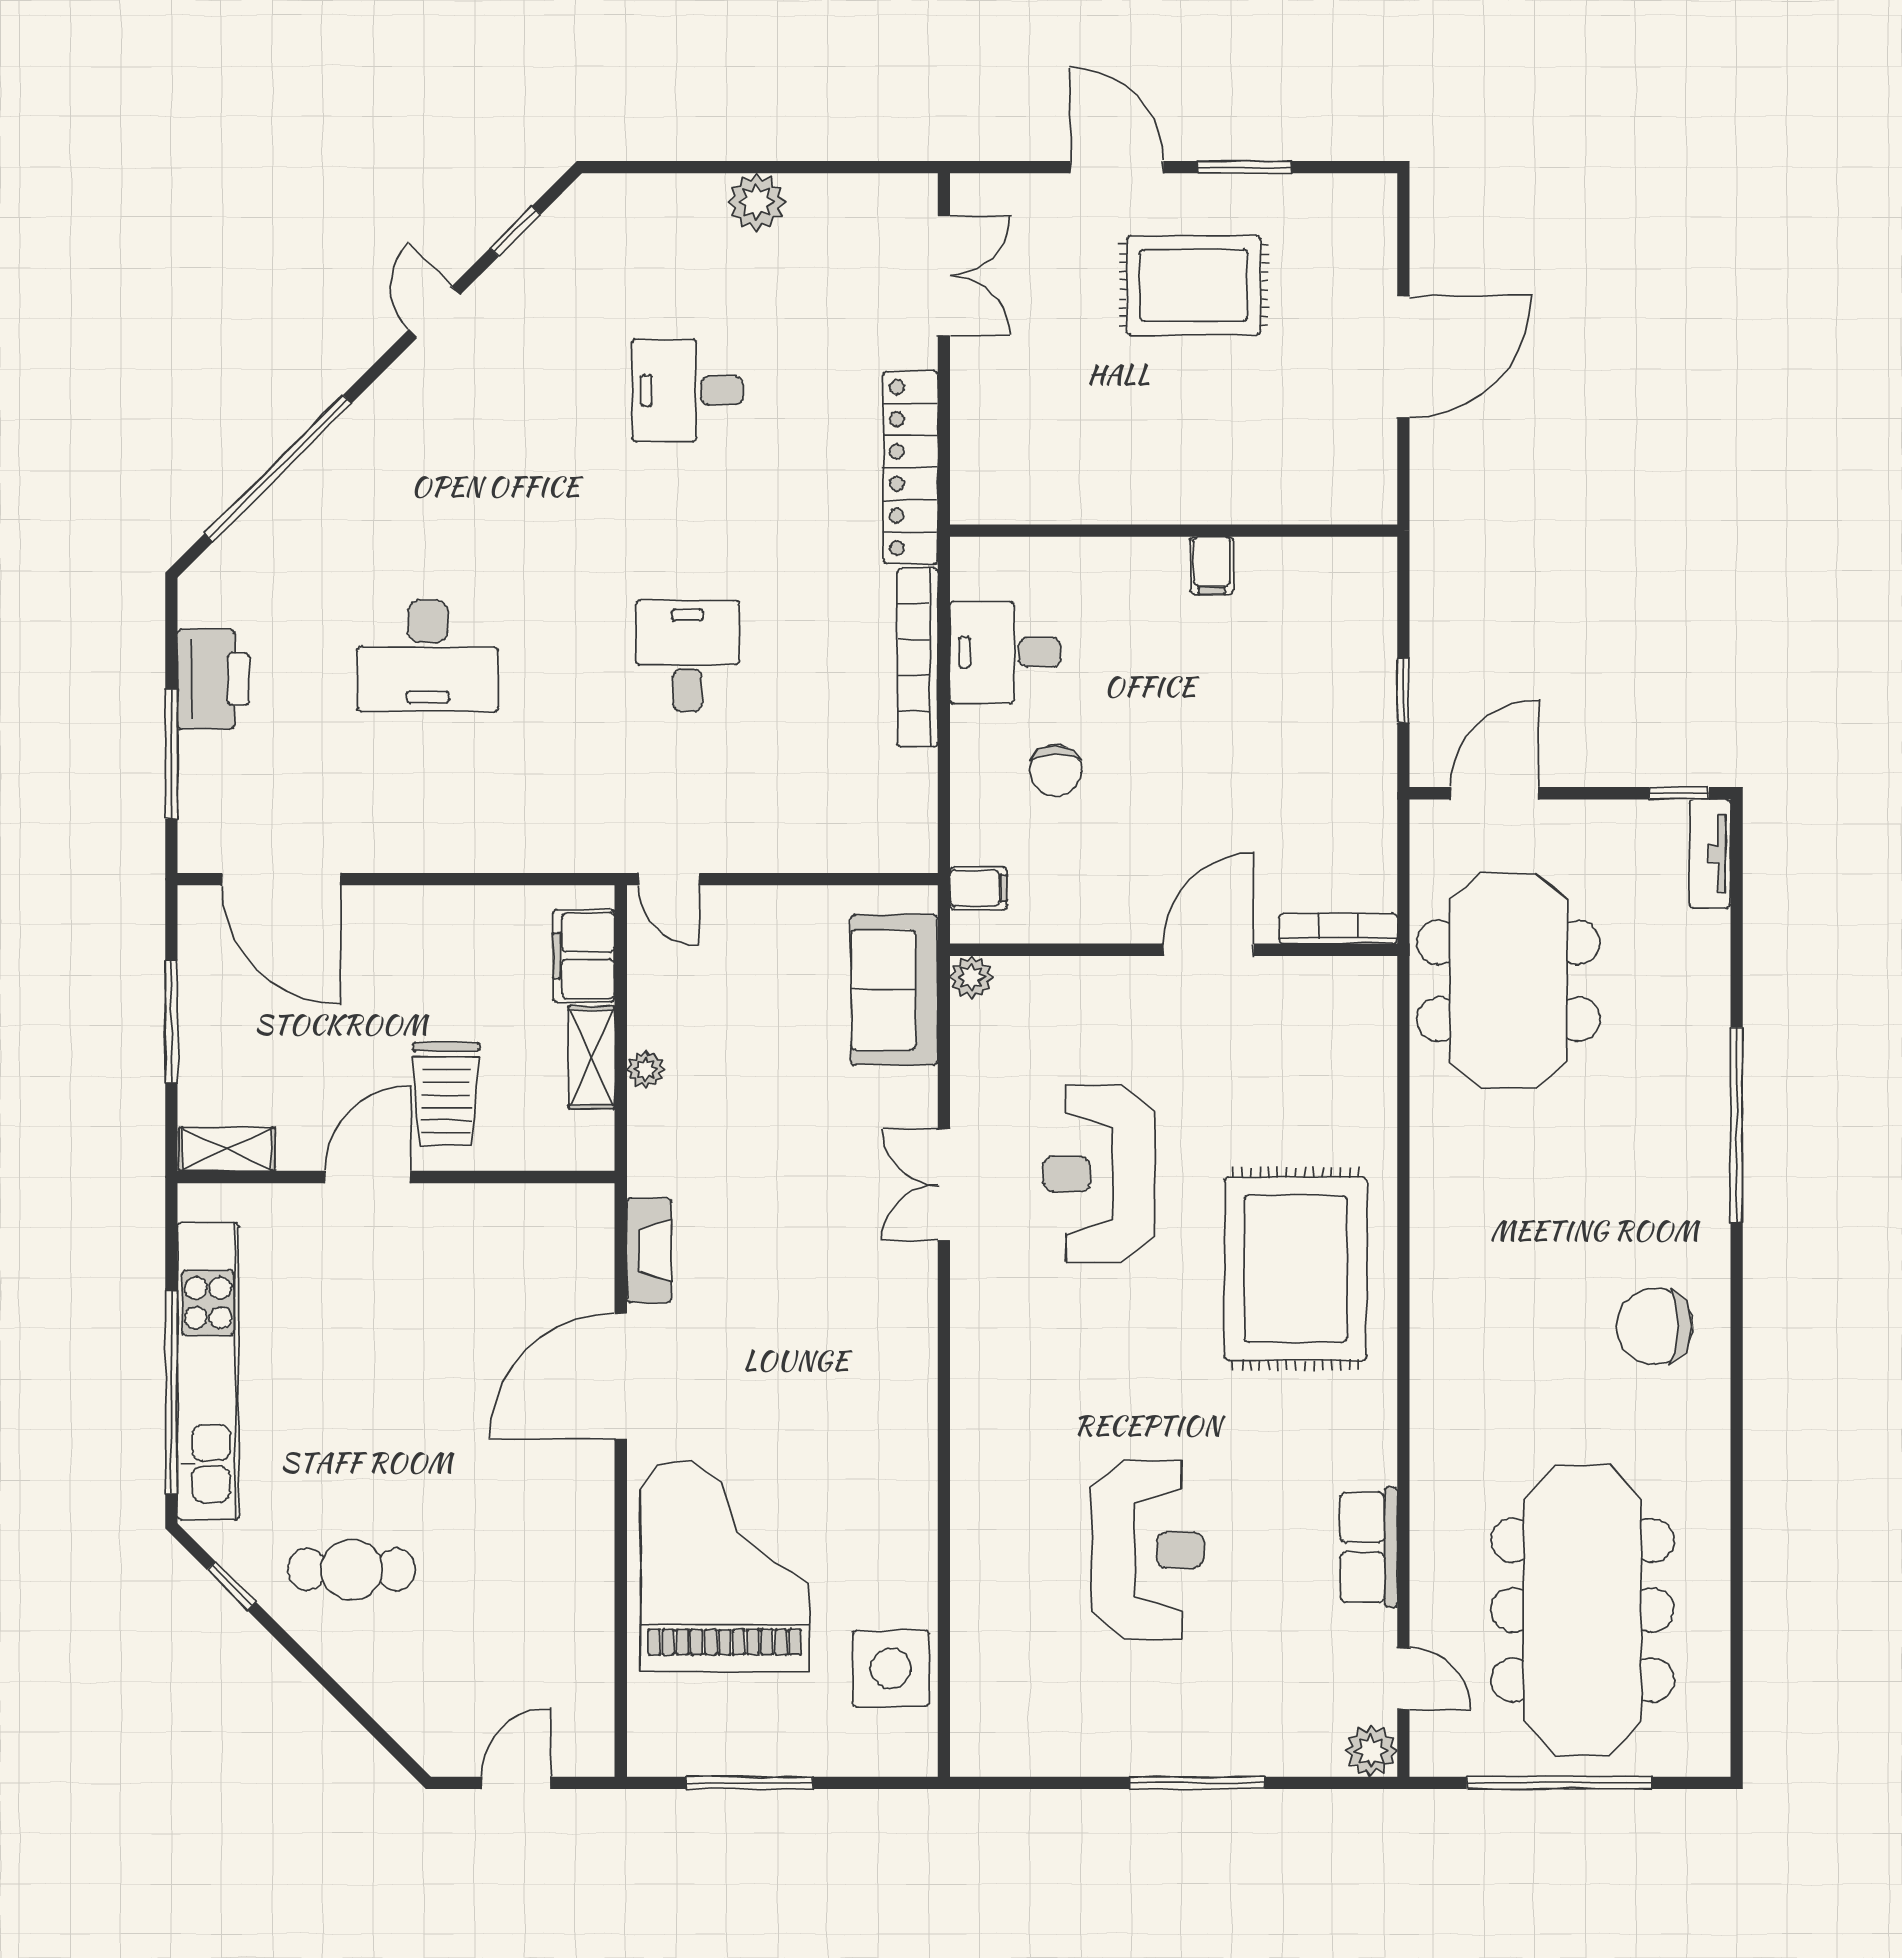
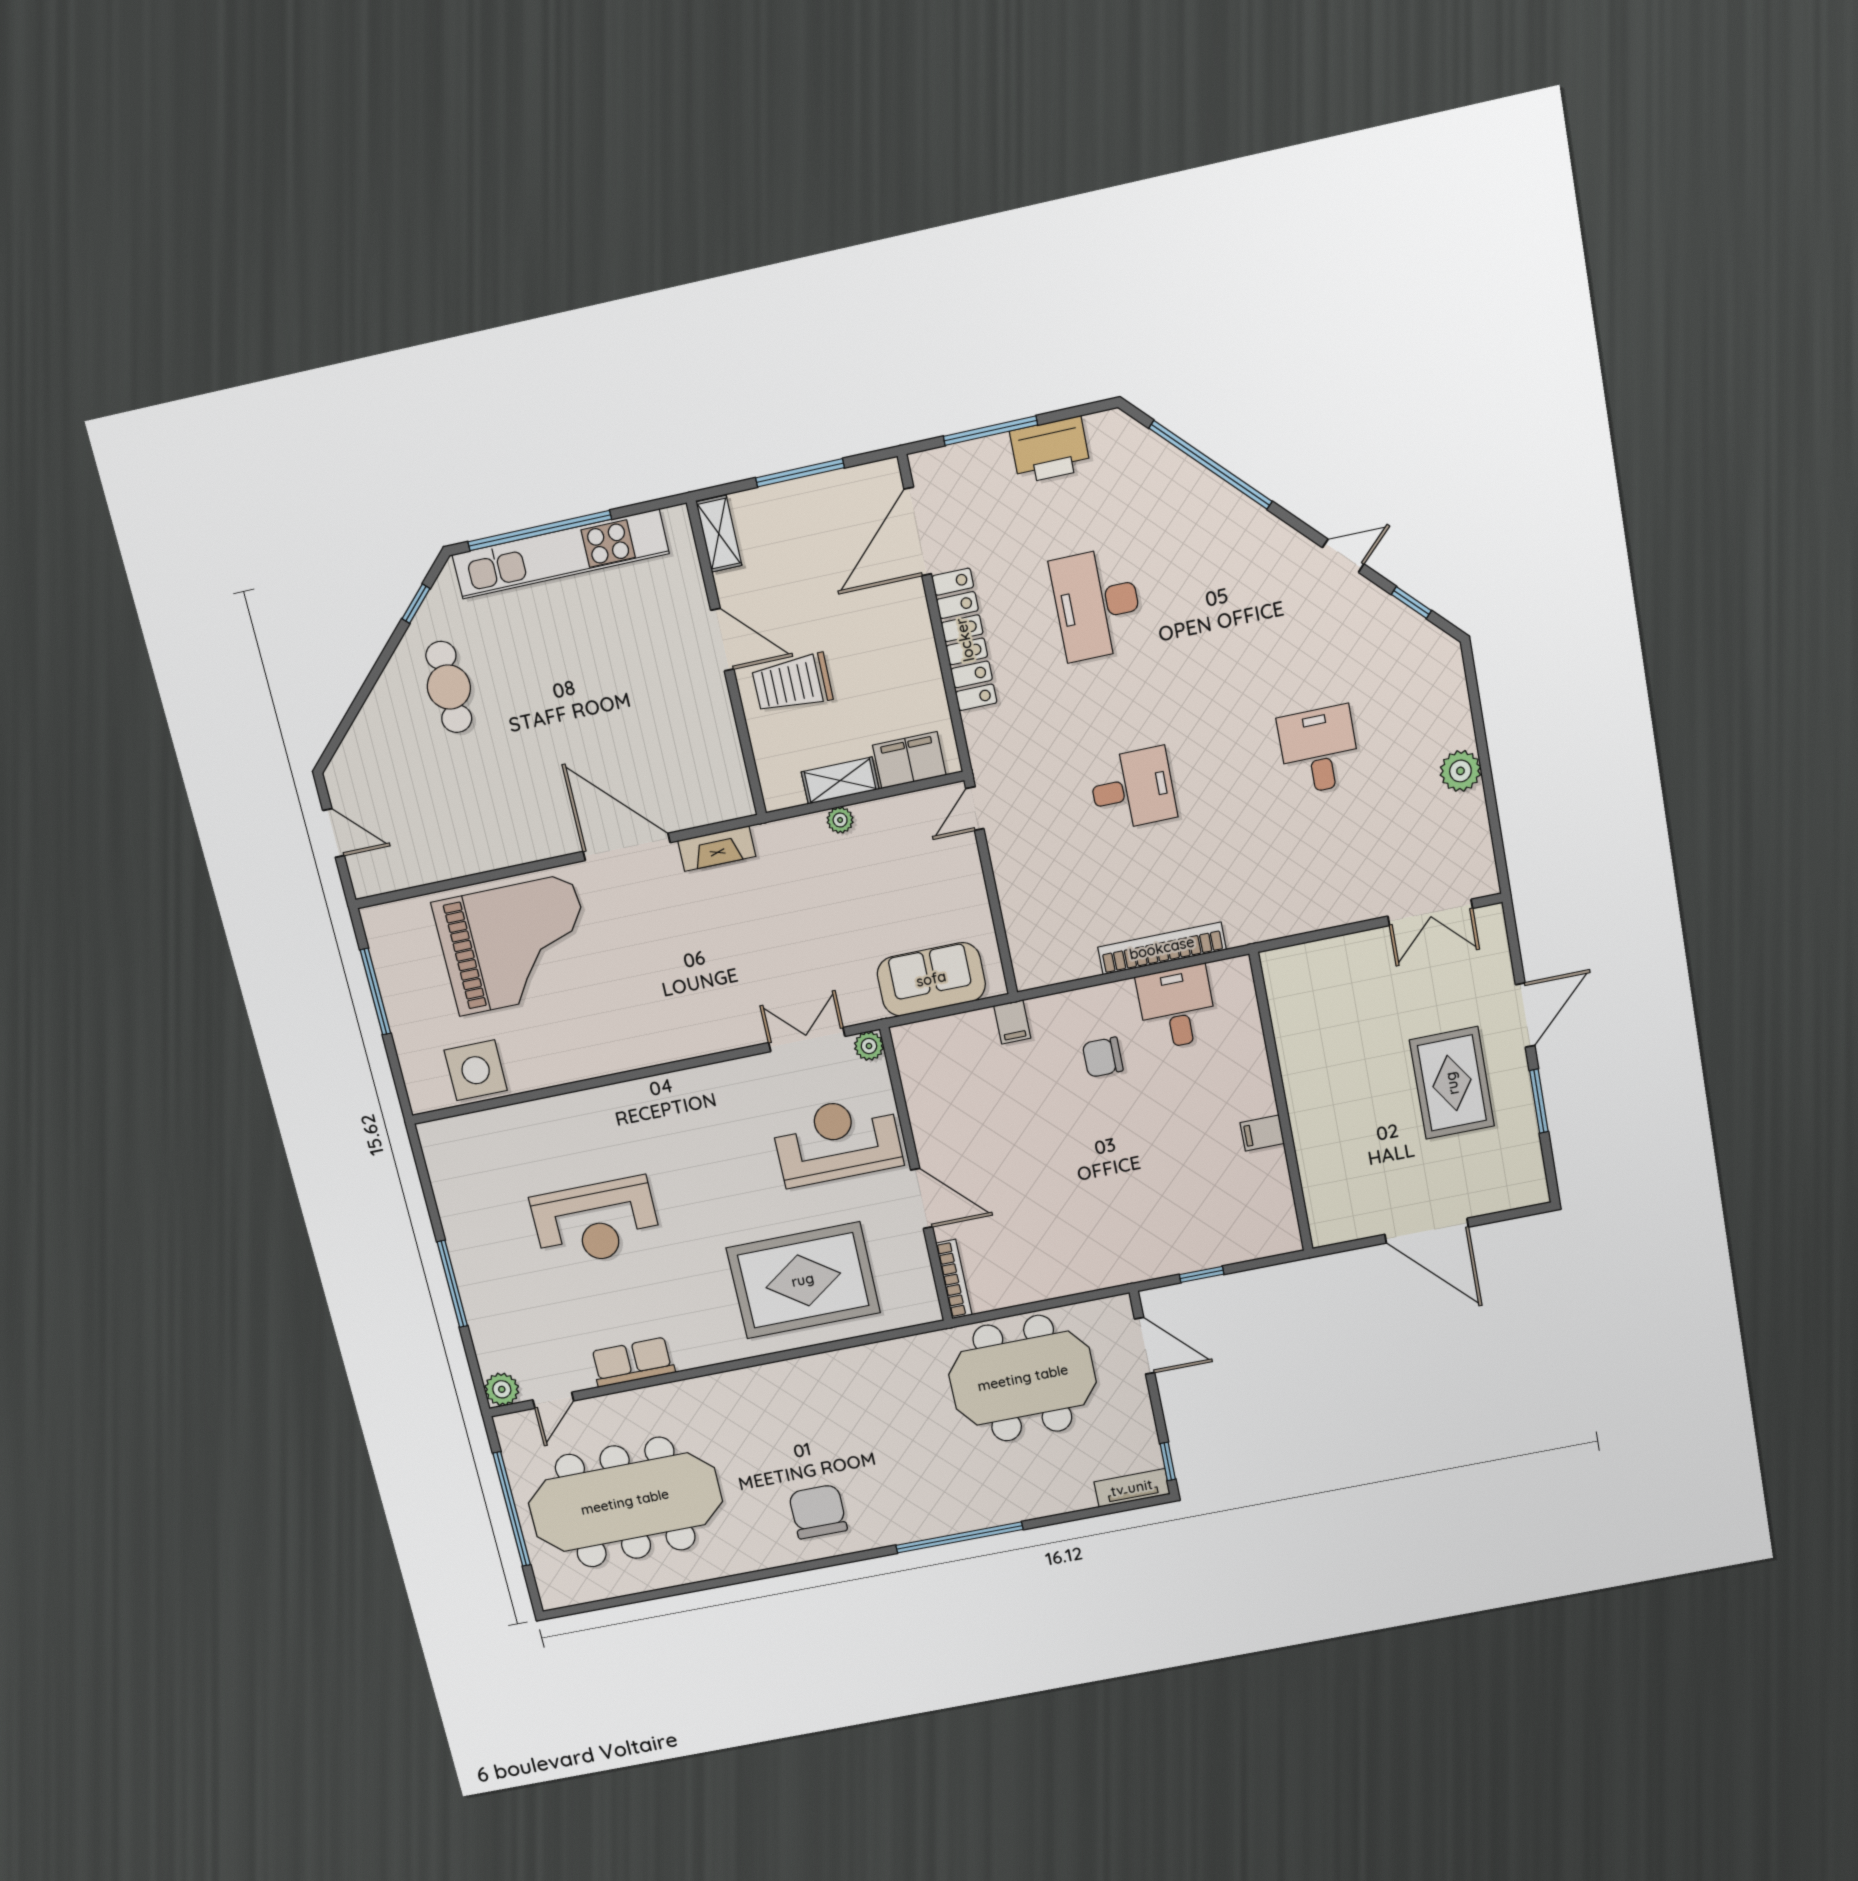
locker: (911, 467) -> (965, 640), moved, turned 90
bookcase: (1338, 929) -> (954, 1279), moved
wall: (1174, 950) -> (917, 1176), moved
door: (1209, 950) -> (922, 1198), moved
plant: (971, 977) -> (869, 1046), moved

